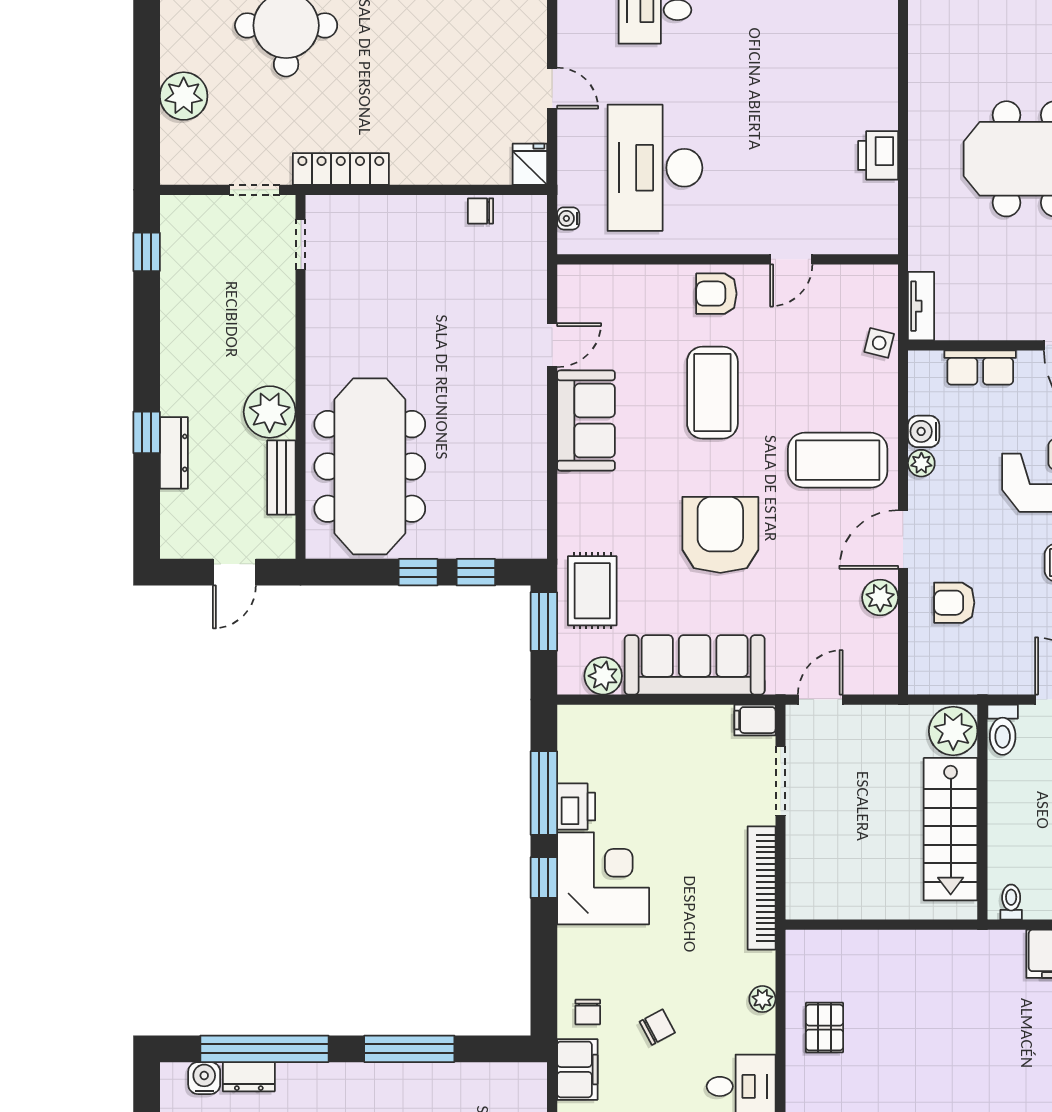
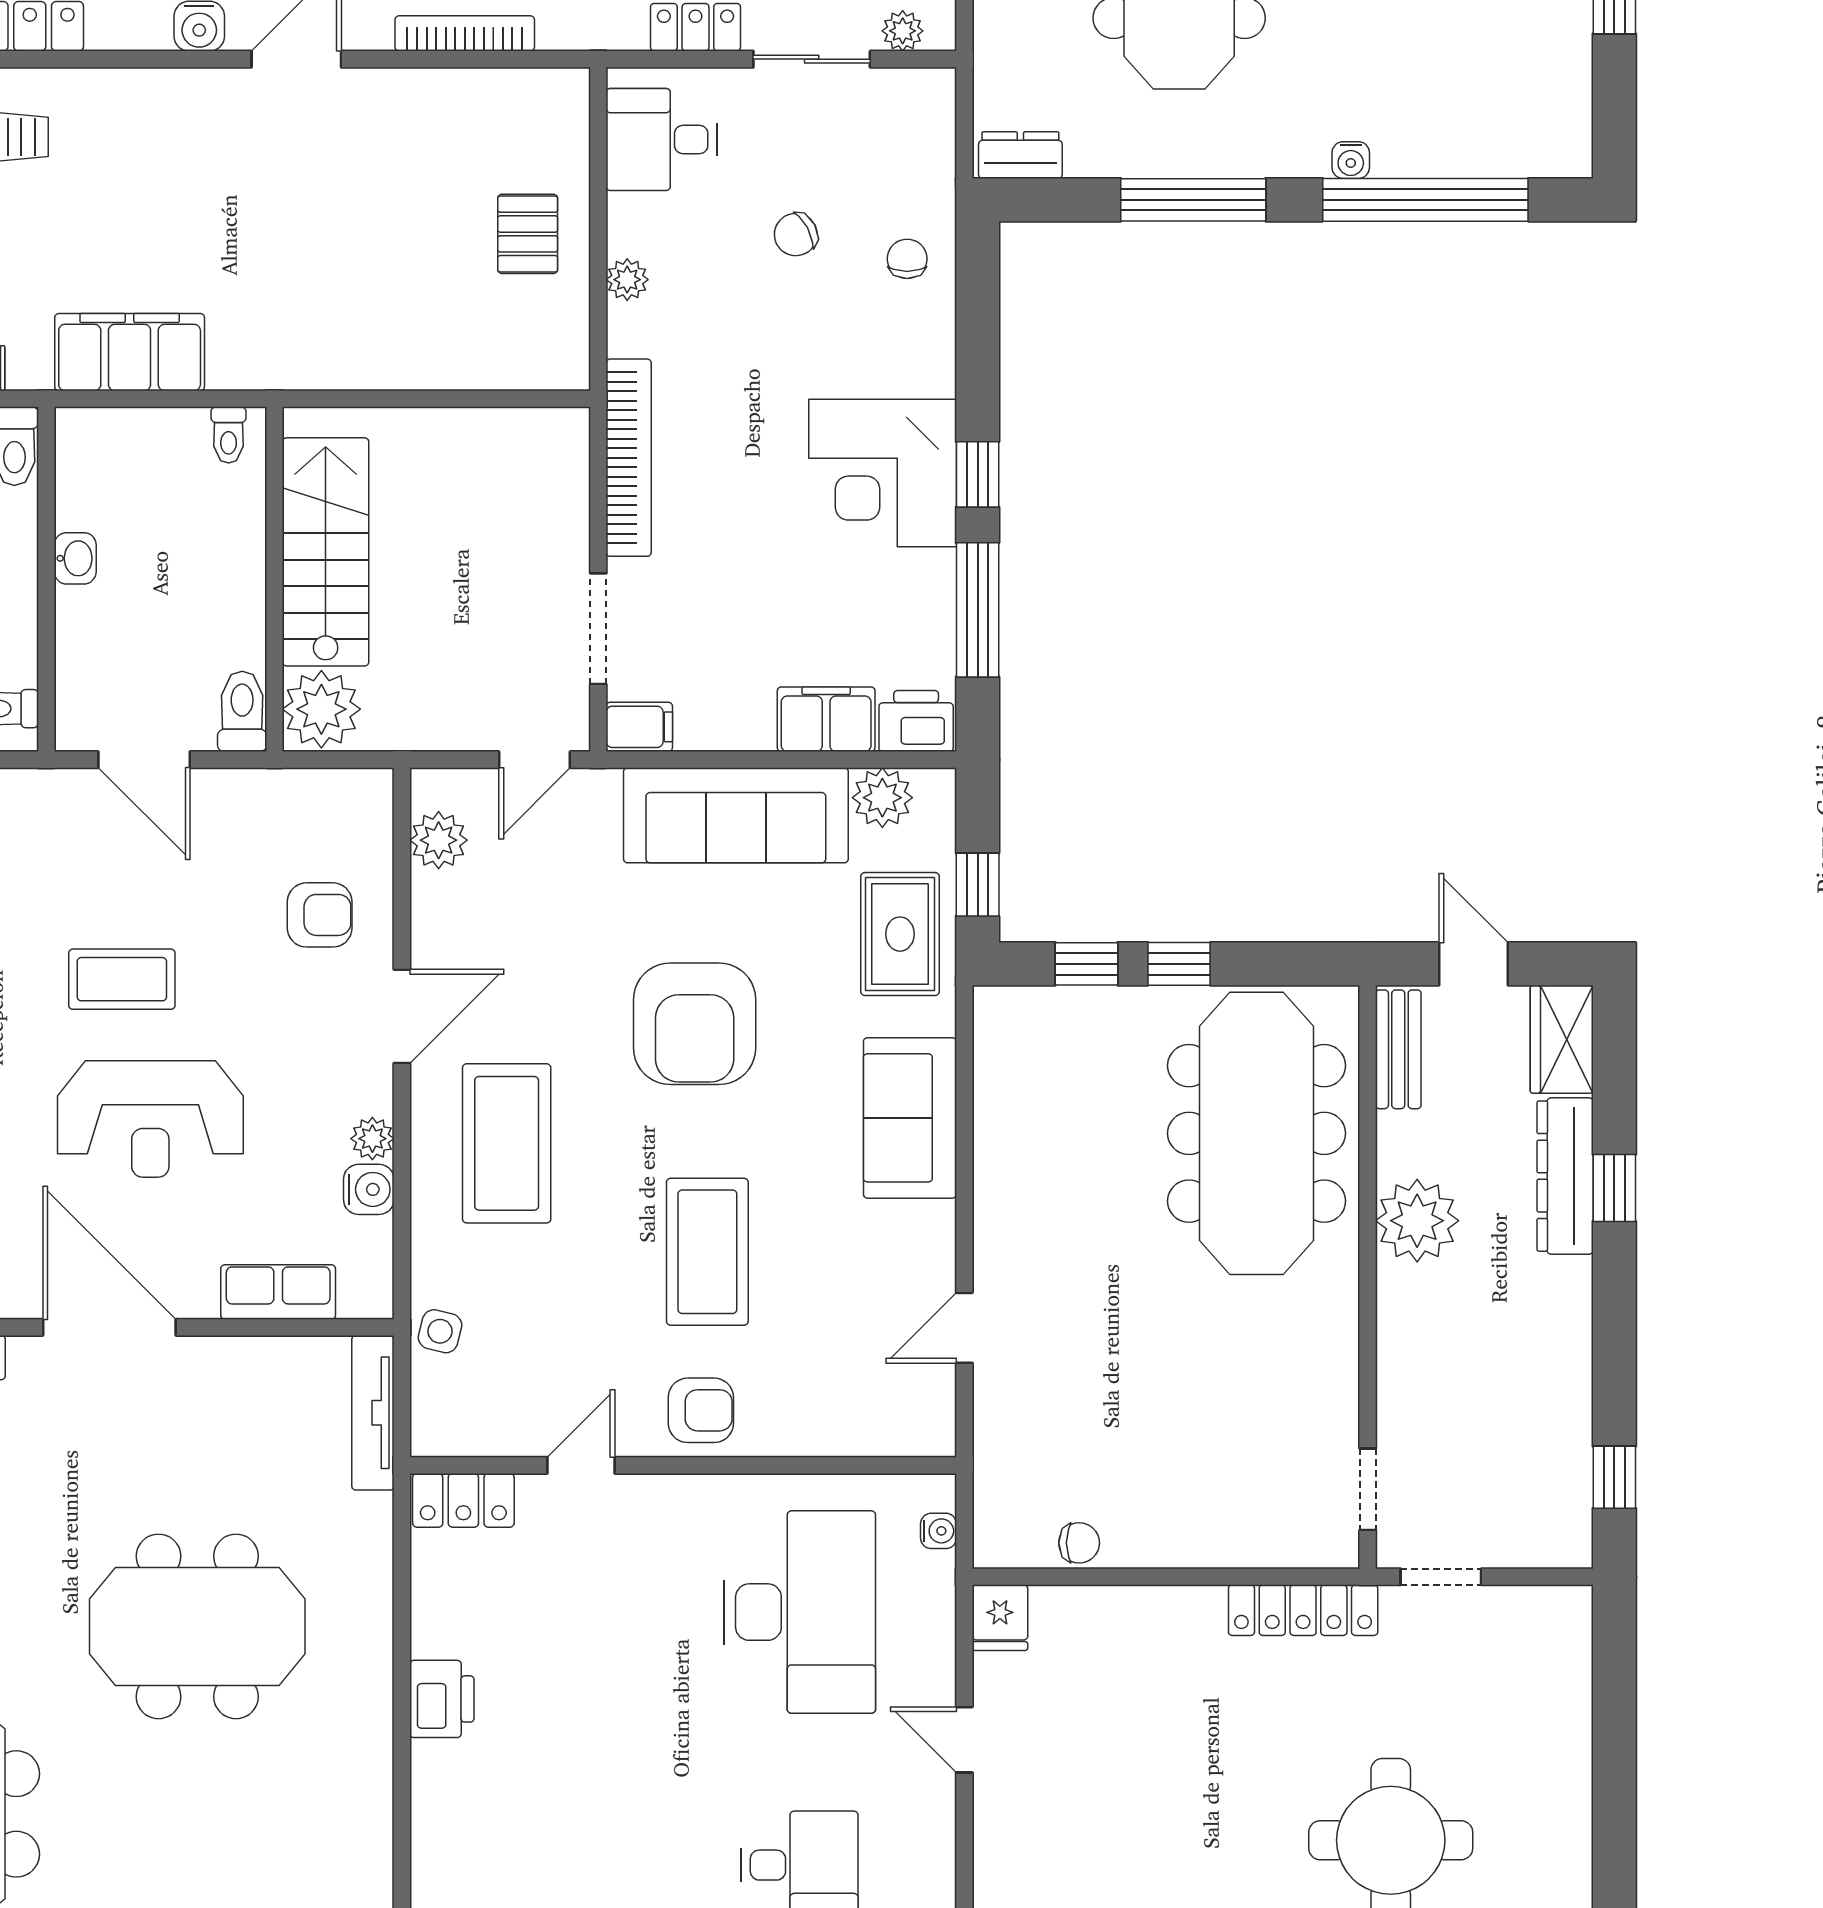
plant: (184, 96) -> (1555, 1727), removed
printer: (878, 155) -> (442, 1699), moved
locker: (865, 237) -> (463, 1500), added
tv unit: (921, 306) -> (373, 1413), width x1.41
sofa: (586, 420) -> (910, 1118), moved
dresser: (174, 453) -> (1565, 1176), width x1.37, depth x1.24
coffee table: (838, 460) -> (507, 1143), turned 90
bench: (281, 478) -> (1398, 1049), moved
wardrobe: (179, 525) -> (1562, 1039), added
door: (234, 572) -> (1474, 964), hinge flipped
plant: (880, 597) -> (439, 840), moved
window: (544, 622) -> (978, 885), width x0.67
printer: (576, 807) -> (916, 721), moved, turned 90
filing cabinet: (577, 1069) -> (826, 719), moved, turned 90
dresser: (249, 1077) -> (1020, 155), moved
water cooler: (204, 1078) -> (1351, 160), moved, width x0.72, depth x0.72

